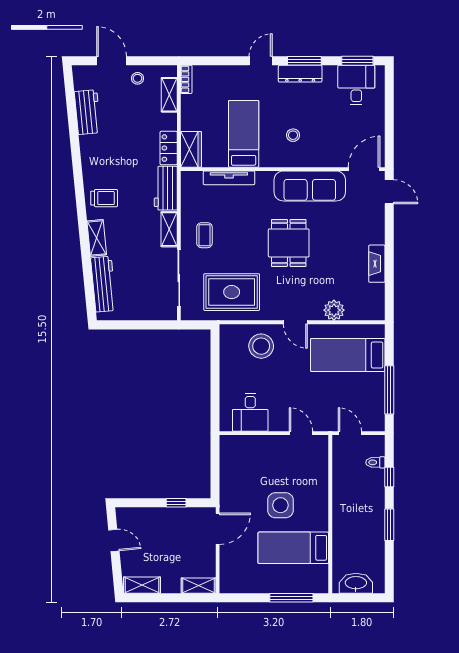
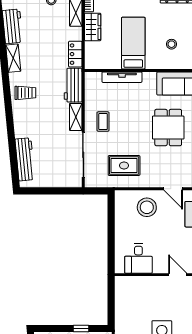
wardrobe: (191, 149) -> (93, 27), moved
shelving: (97, 238) -> (13, 58), moved
rug: (232, 292) -> (124, 165), width x0.73, depth x0.70

